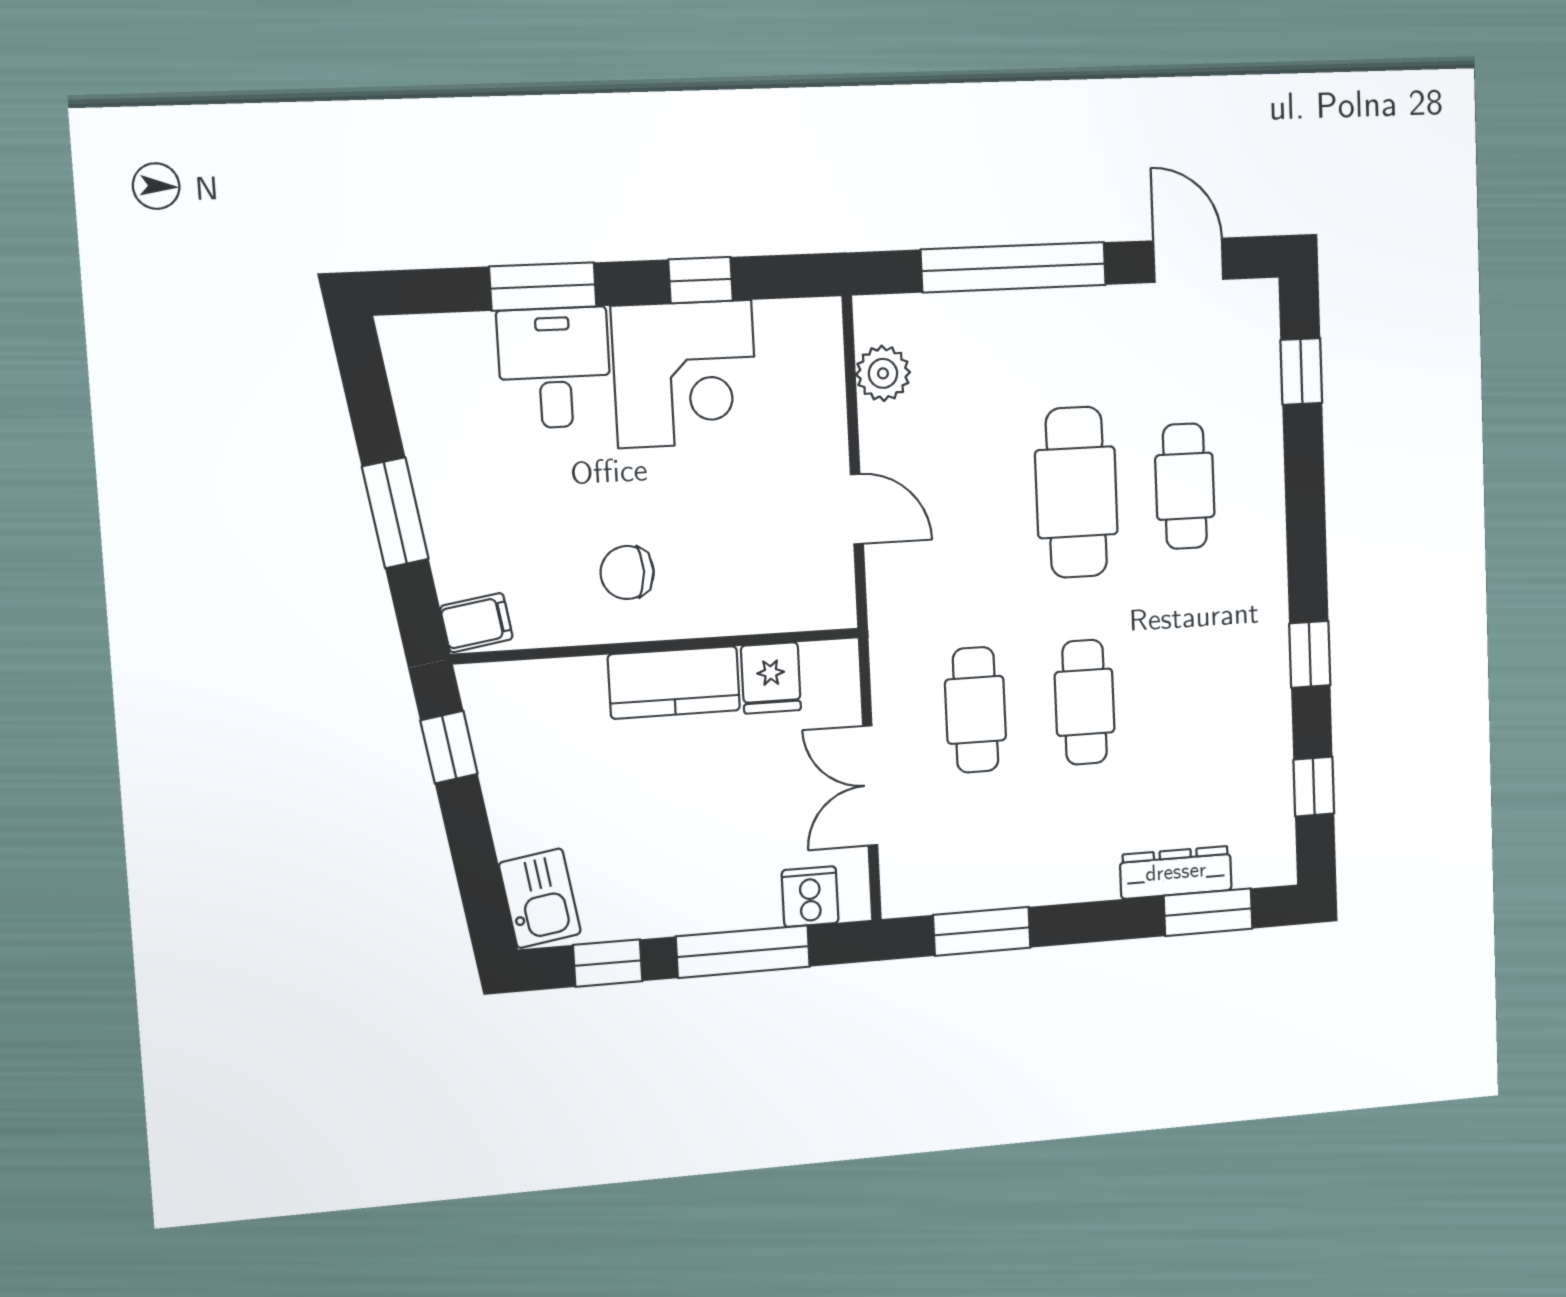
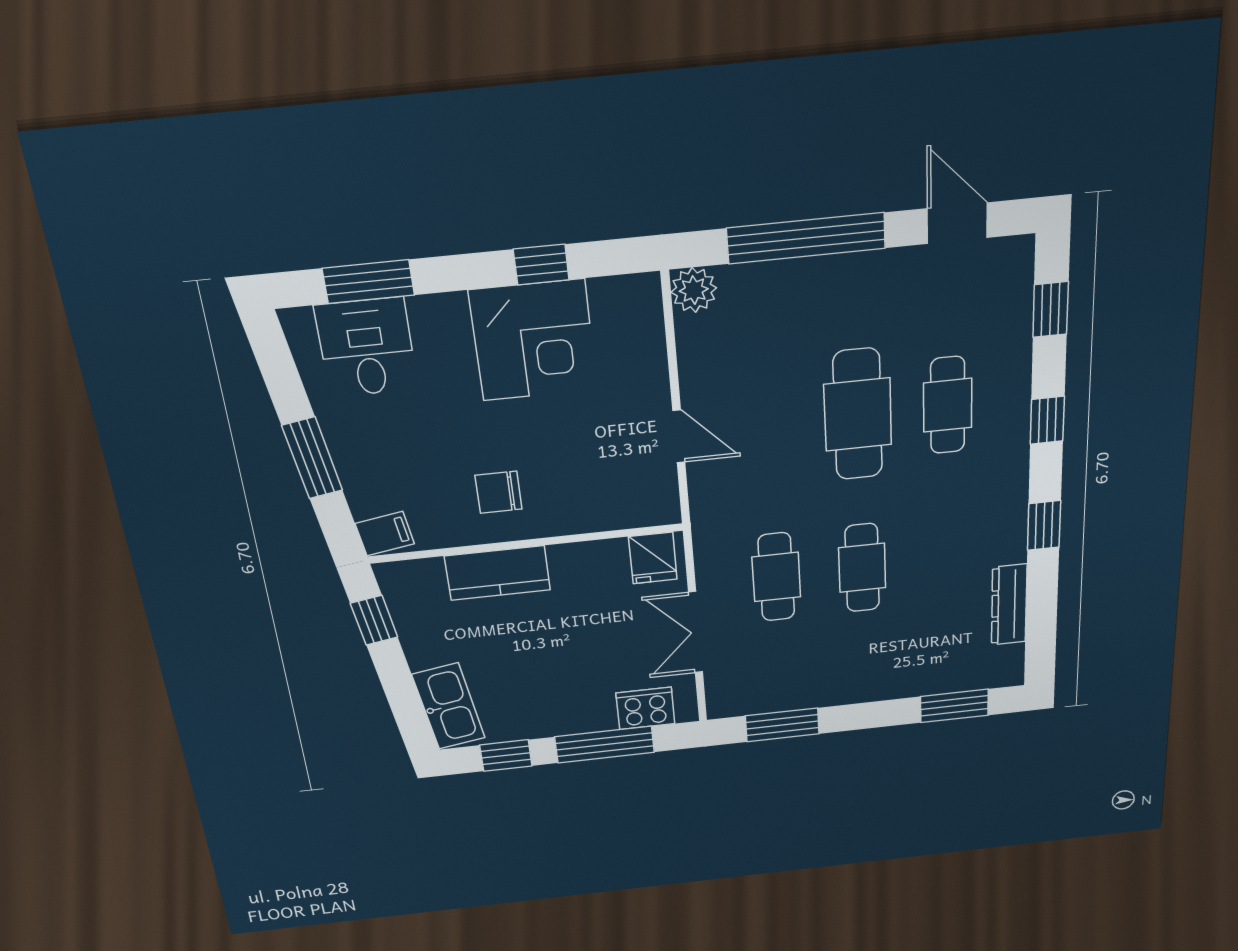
window: (543, 287) -> (368, 282), moved
desk: (554, 368) -> (366, 347), moved
plant: (883, 373) -> (694, 290), moved
fridge: (771, 678) -> (653, 558), moved
kitchen counter: (674, 683) -> (498, 573), moved
window: (1314, 787) -> (1047, 420), moved
dresser: (1176, 872) -> (1009, 605), moved, turned -90
cooker: (810, 897) -> (645, 708), width x1.36
kitchen sink: (540, 898) -> (449, 706), width x1.38

